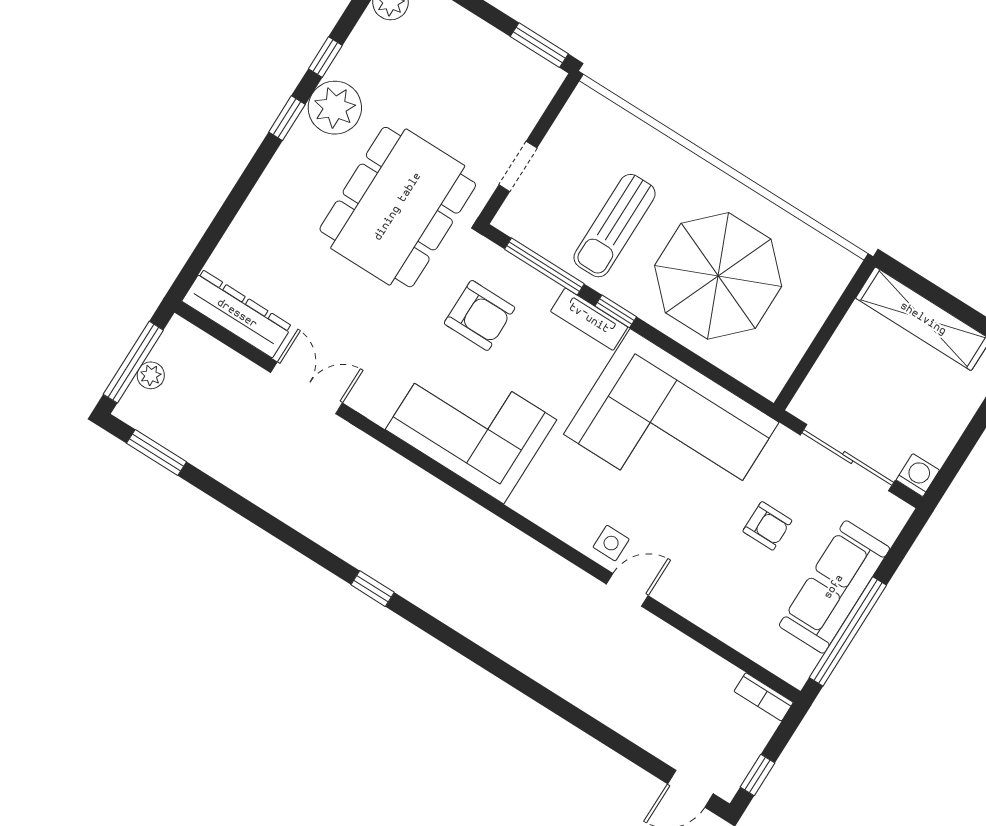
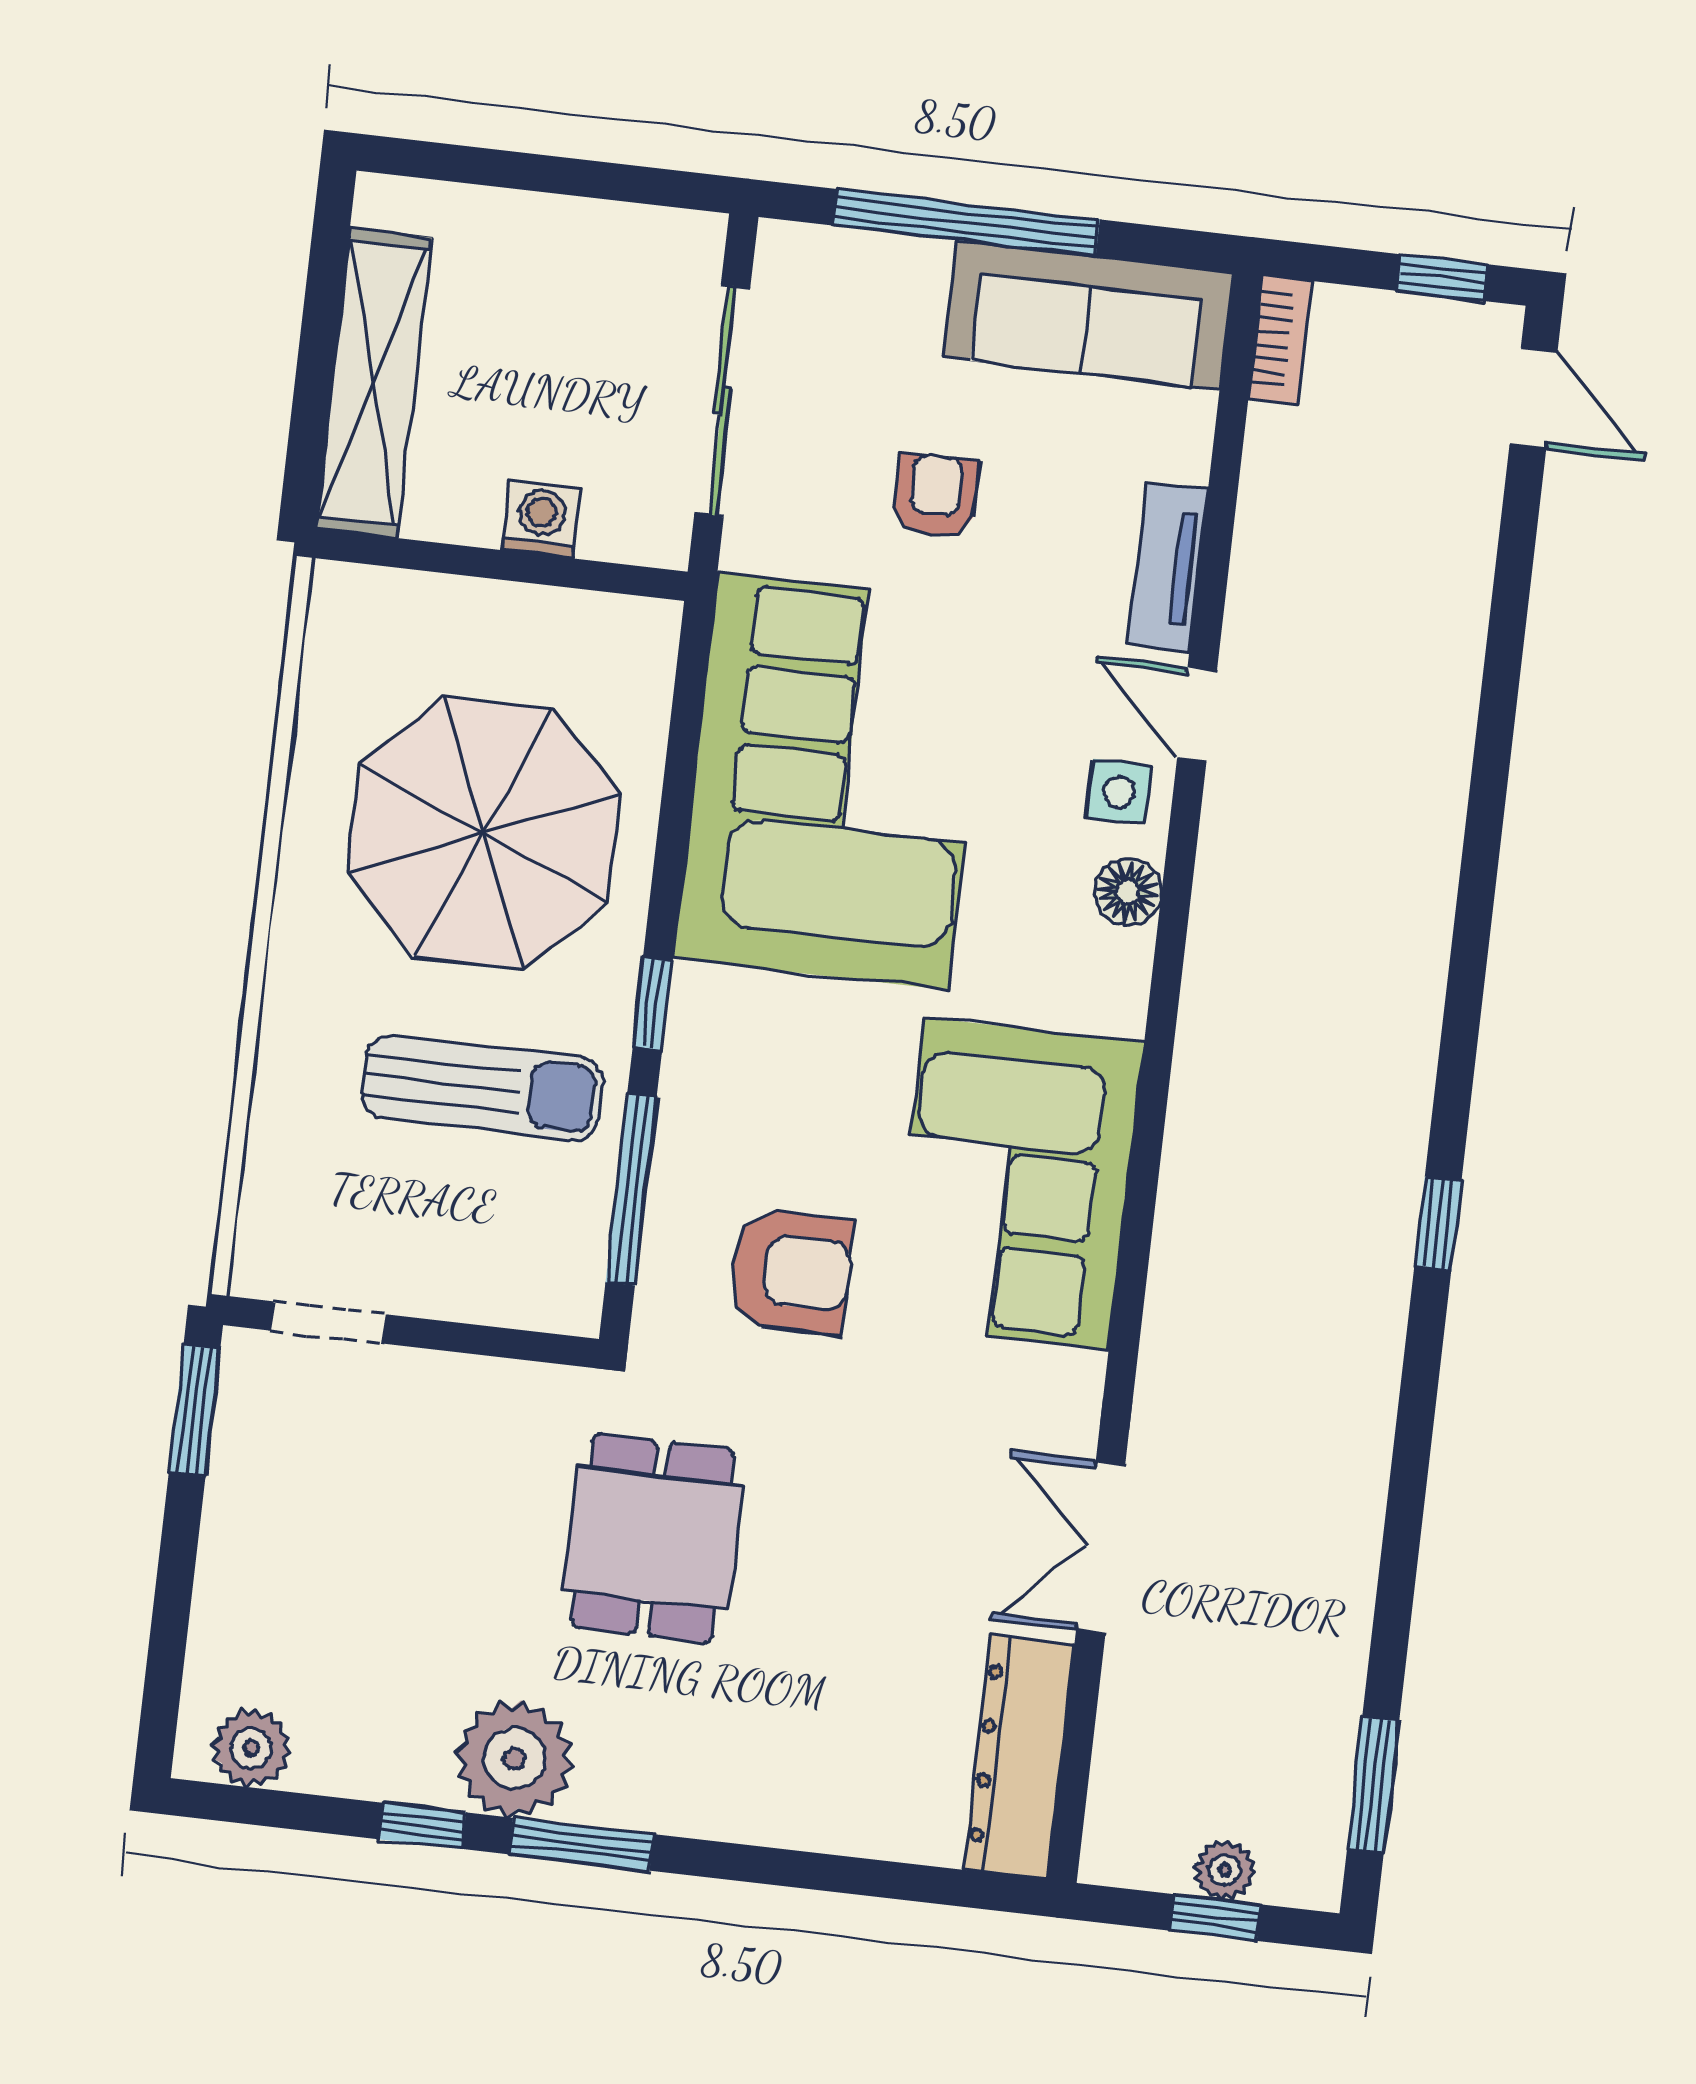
window: (287, 118) -> (581, 1844), width x1.50
doorway: (518, 166) -> (328, 1322), moved
dining table: (398, 207) -> (653, 1538), width x0.53, depth x0.80
armchair: (480, 315) -> (791, 1271), turned 90
tv unit: (589, 319) -> (1168, 567), moved, turned 180
window: (133, 362) -> (1215, 1917), width x0.46
washing machine: (918, 475) -> (541, 519), moved, turned 90
floor lamp: (568, 527) -> (1128, 892), added
sofa: (834, 587) -> (1088, 315), moved
window: (848, 631) -> (967, 223), moved

